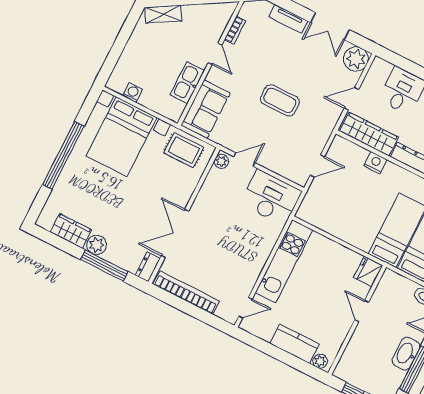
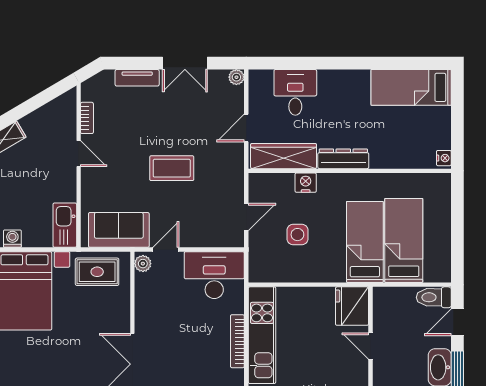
plant: (356, 59) -> (236, 77), width x0.53, depth x0.53
kitchen sink: (187, 83) -> (65, 225), moved
sofa: (206, 109) -> (119, 230), moved, turned -90
side table: (349, 199) -> (297, 235), added
bookcase: (263, 256) -> (237, 341), added
fridge: (368, 271) -> (352, 306), width x1.36, depth x1.34

